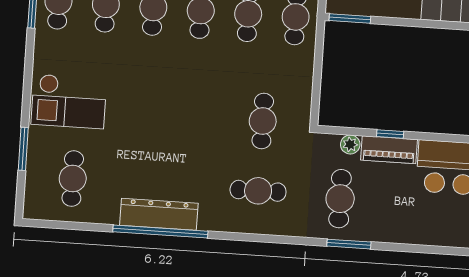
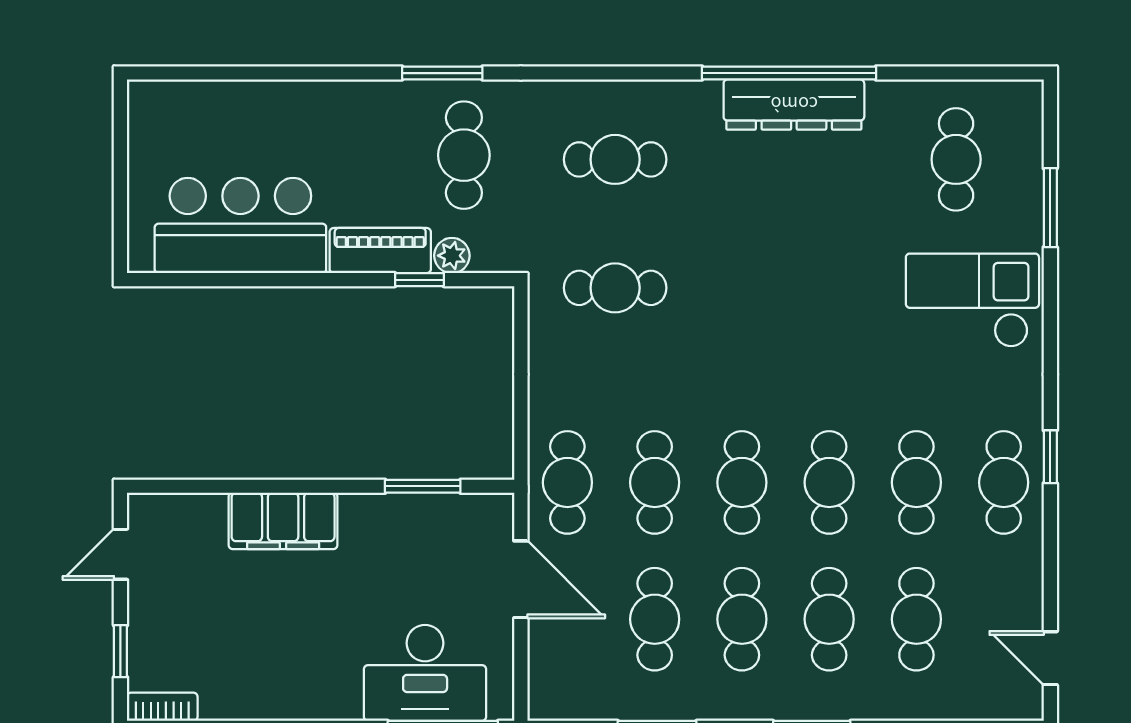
window: (350, 18) -> (423, 486), moved
cafe table: (263, 121) -> (615, 288), turned 90
window: (390, 134) -> (419, 280), moved

